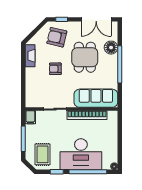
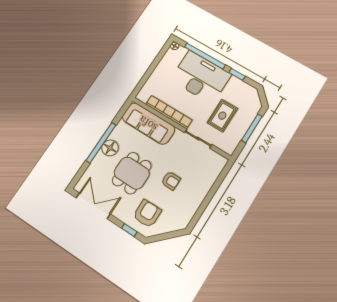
armchair: (57, 37) -> (147, 214), turned -104
floor lamp: (111, 48) -> (110, 148), moved
fireplace: (30, 56) -> (189, 212), removed
filing cabinet: (30, 117) -> (230, 146), removed
rug: (43, 154) -> (222, 116), moved

